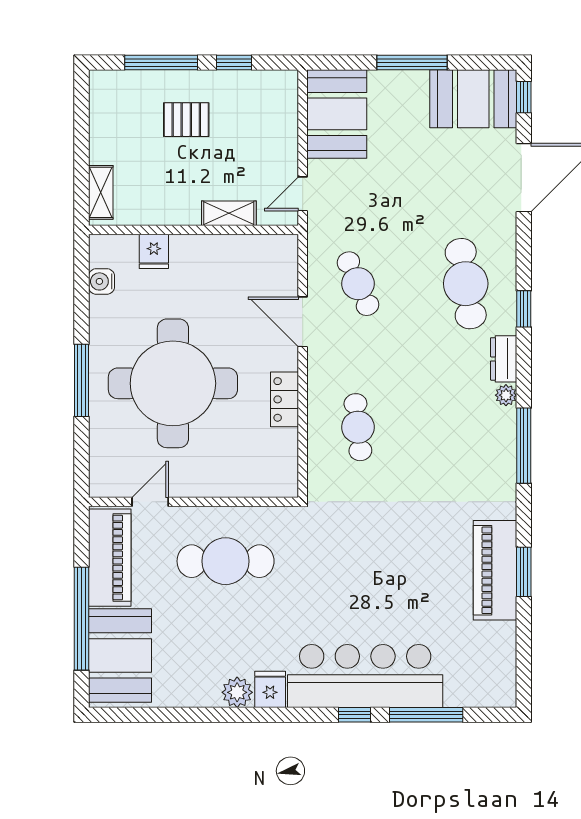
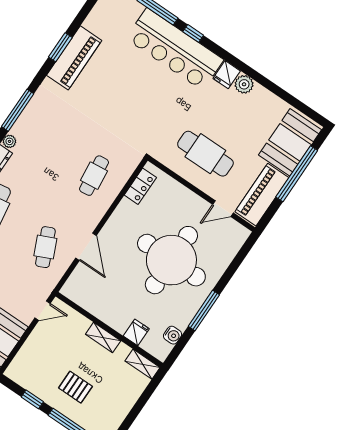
shelving: (101, 192) -> (142, 364), moved, turned 90
shelving: (229, 213) -> (103, 338), moved
window: (81, 380) -> (204, 311), moved
locker: (285, 399) -> (140, 186), moved

